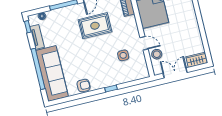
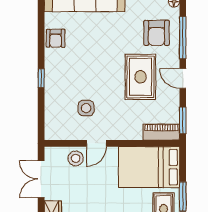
armchair: (65, 22) -> (157, 33), added
double door: (175, 73) -> (41, 179), swing flipped

